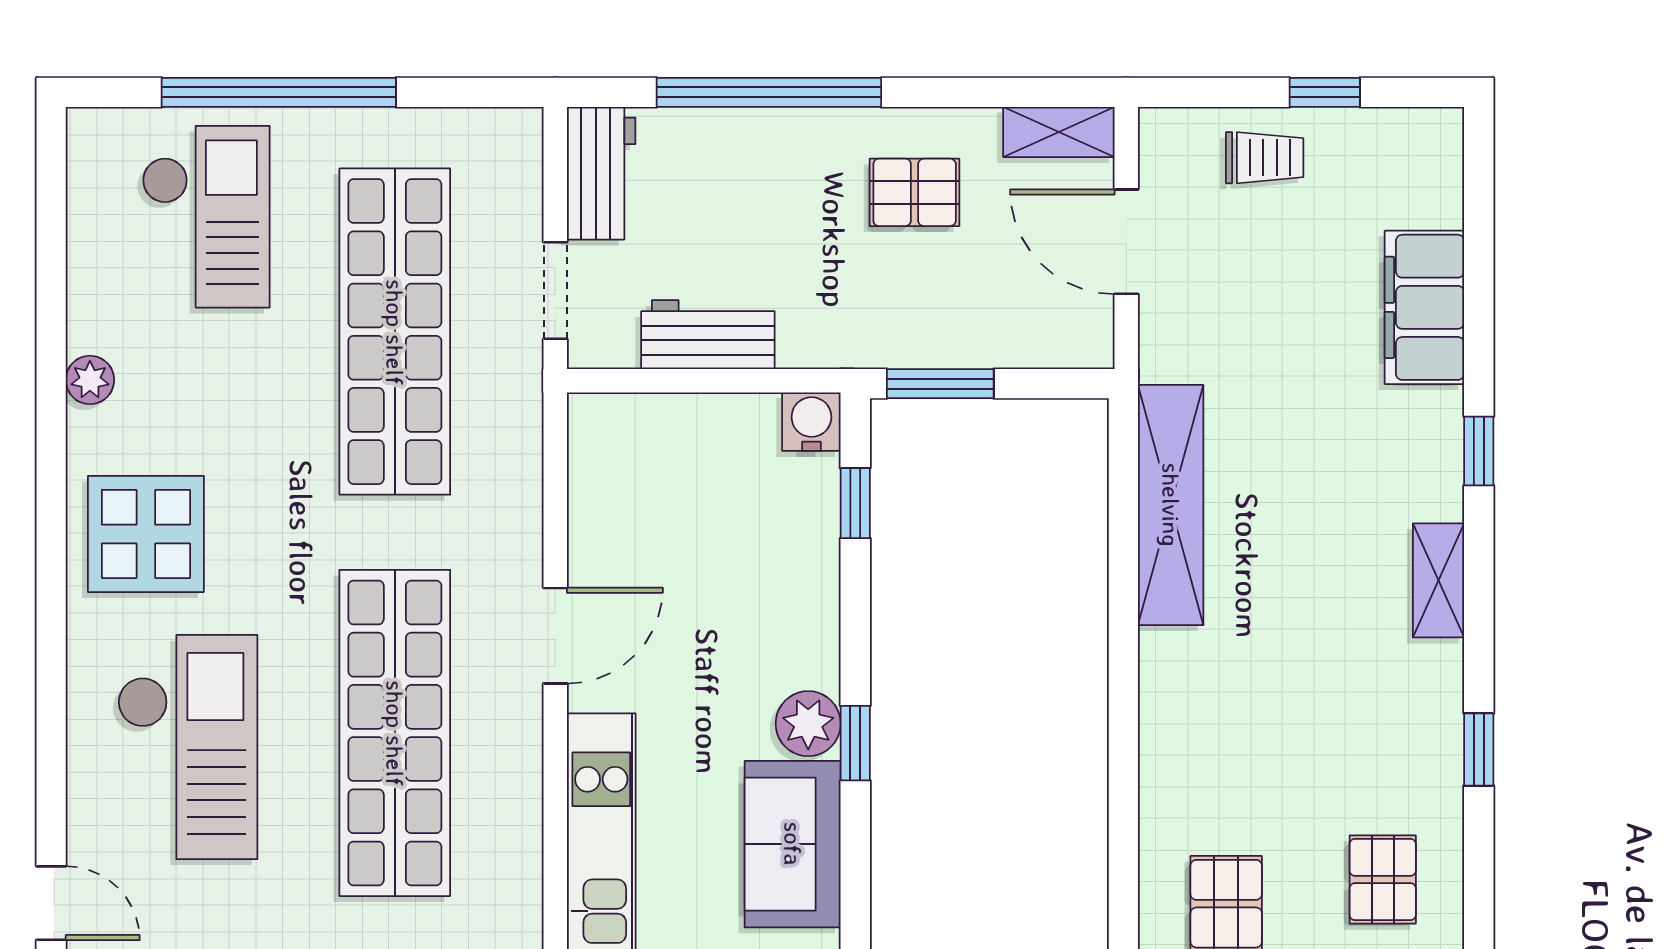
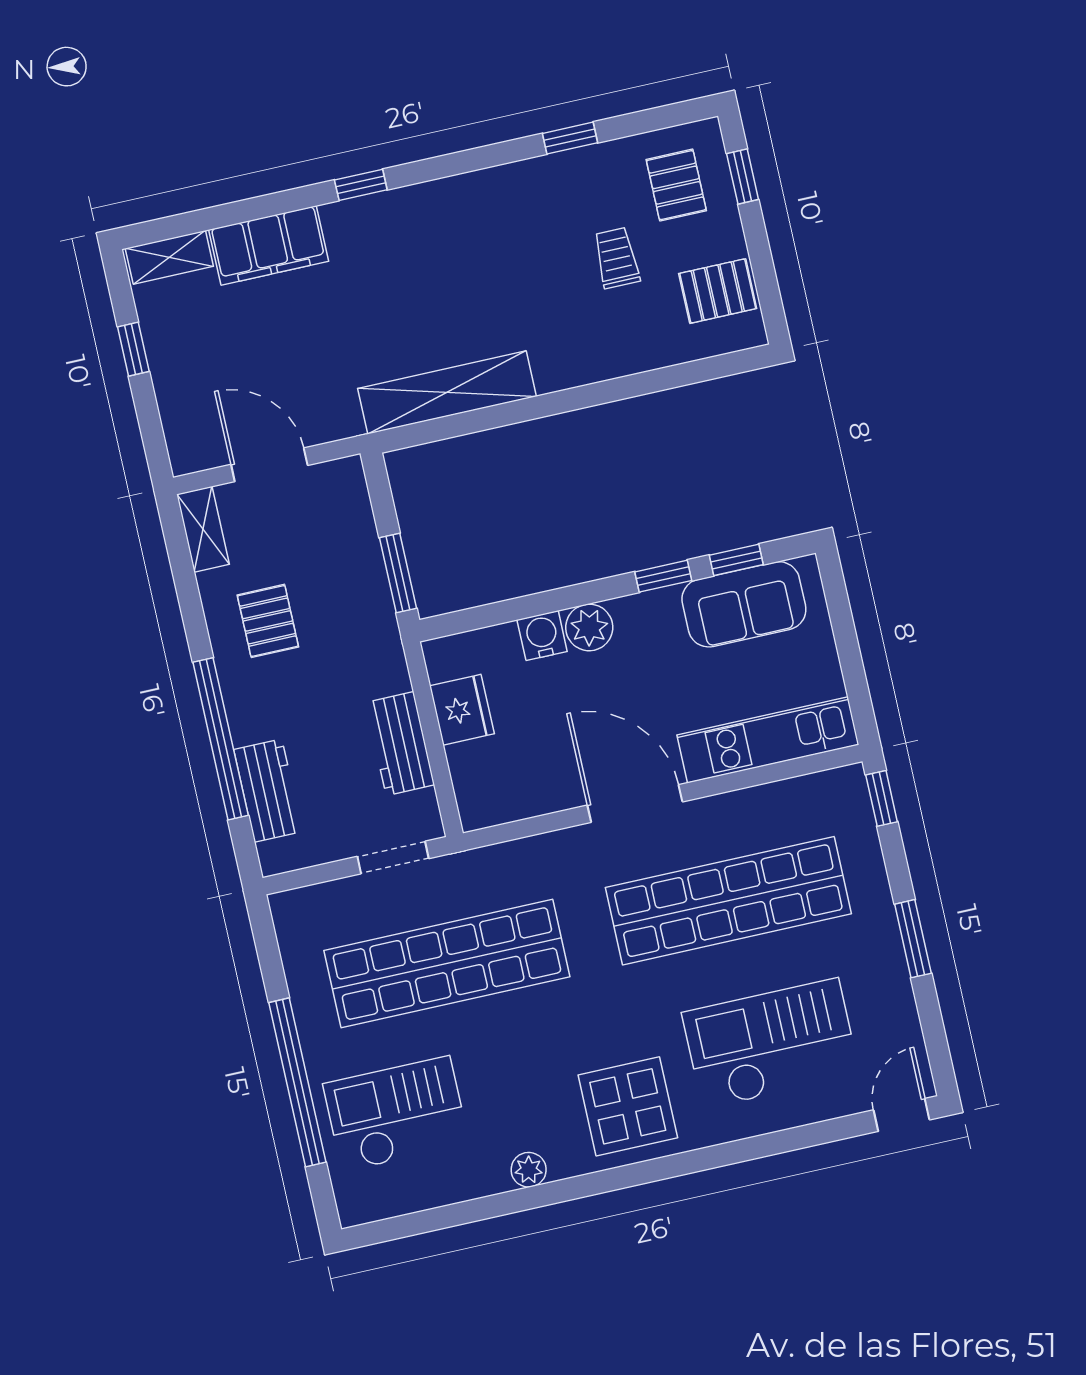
trolley: (1265, 158) -> (616, 258), moved
workbench: (601, 173) -> (268, 791), moved, turned 90
door: (1126, 242) -> (269, 465), swing flipped
water cooler: (811, 422) -> (542, 636), moved, turned 90
fridge: (735, 429) -> (462, 710), added
window: (855, 503) -> (736, 560), moved
shelving: (1439, 580) -> (169, 257), moved
door: (555, 636) -> (635, 803), width x1.36
plant: (808, 724) -> (589, 627), moved
pallet: (1383, 879) -> (676, 185), turned 90

